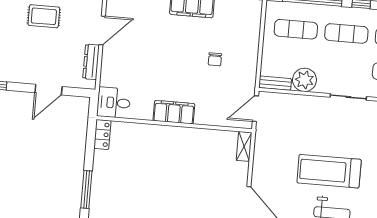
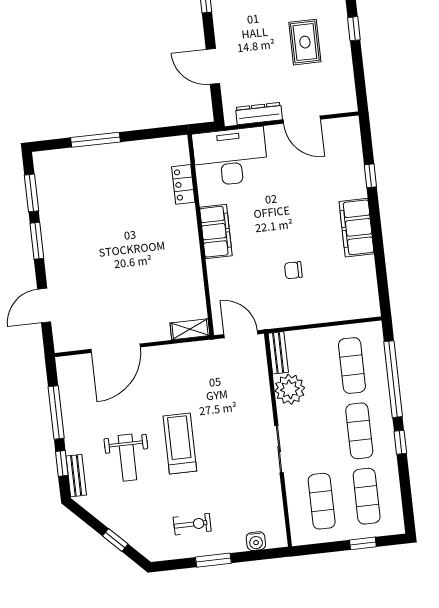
desk: (114, 103) -> (230, 157), width x1.87, depth x1.30
locker: (102, 134) -> (183, 184), moved, turned 90
treadmill: (329, 171) -> (180, 443), width x0.73, depth x0.73

